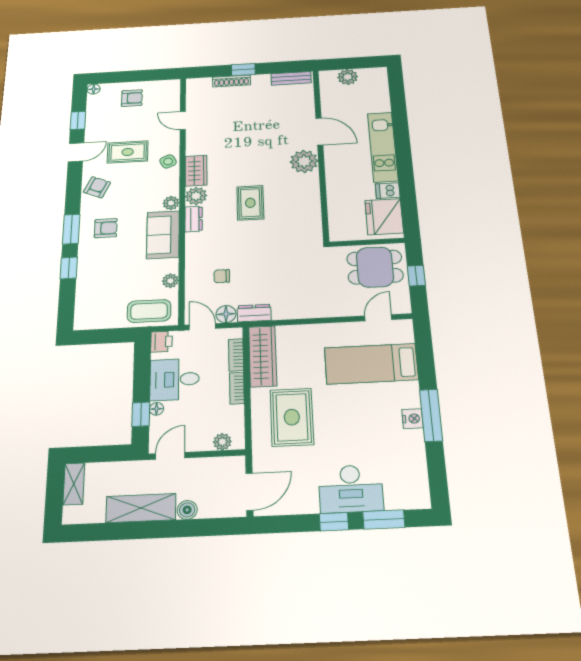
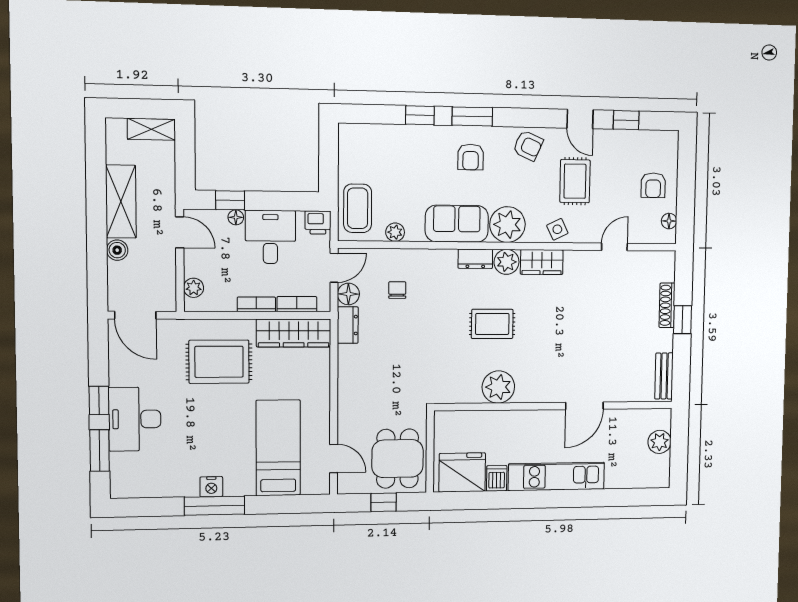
floor lamp: (94, 89) -> (669, 221), moved
plant: (304, 161) -> (498, 387), moved
plant: (171, 203) -> (507, 225), width x1.88, depth x1.88

